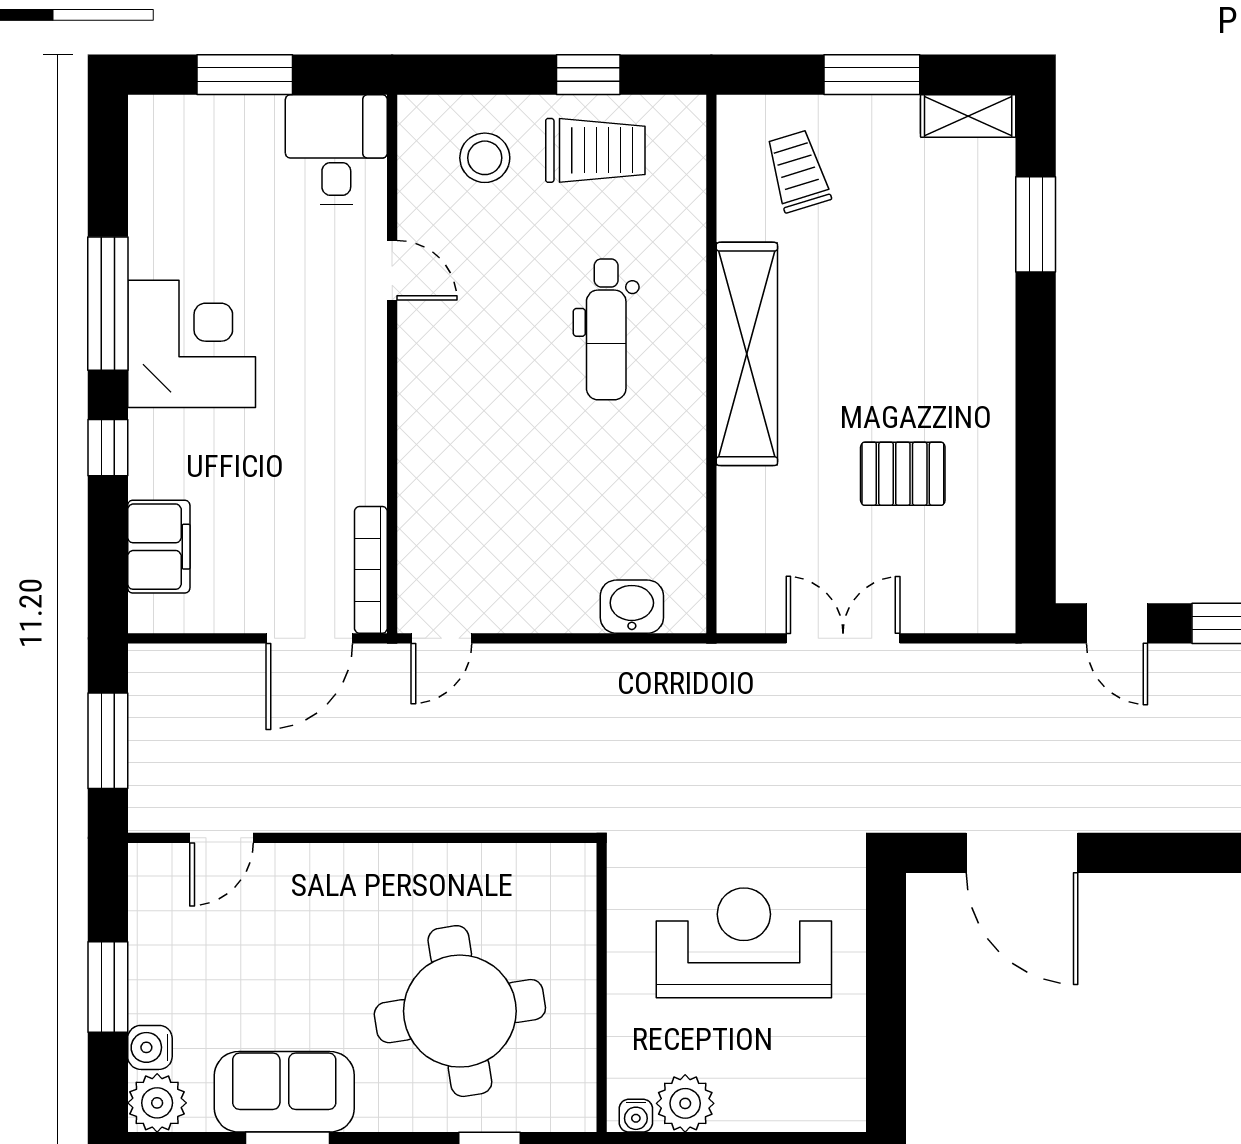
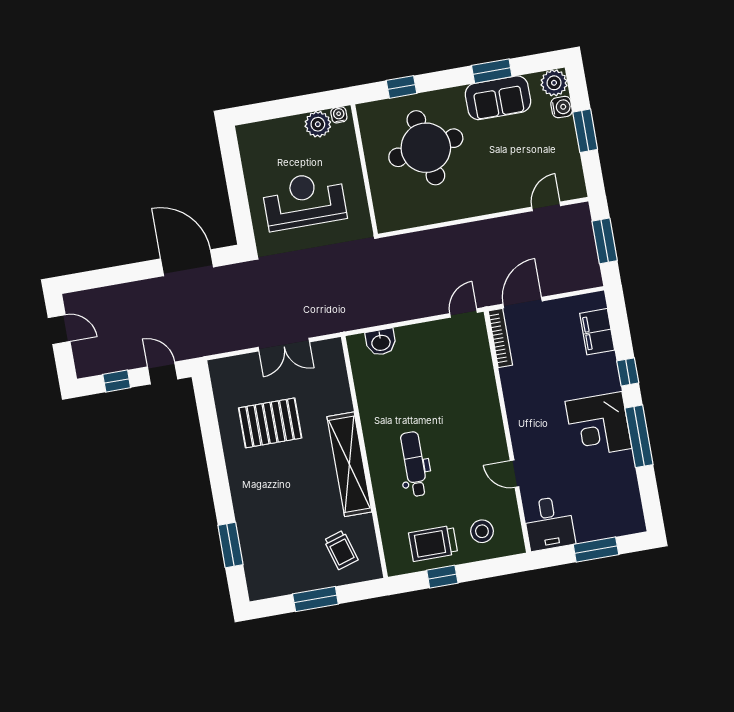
shelving: (968, 116) -> (269, 588), removed
pallet: (903, 474) -> (270, 423), width x1.50, depth x1.42
reception desk: (744, 943) -> (304, 201), turned 180

